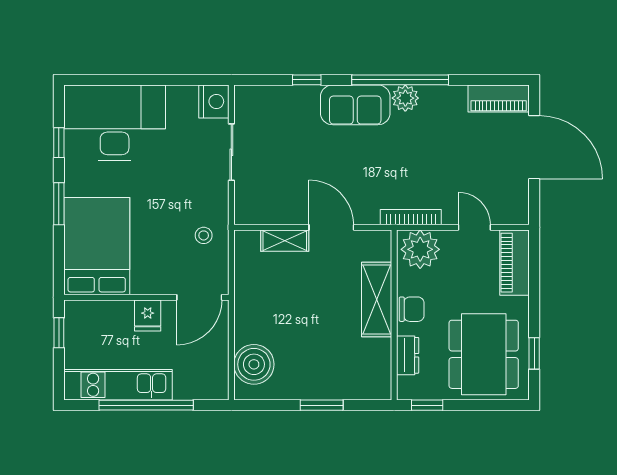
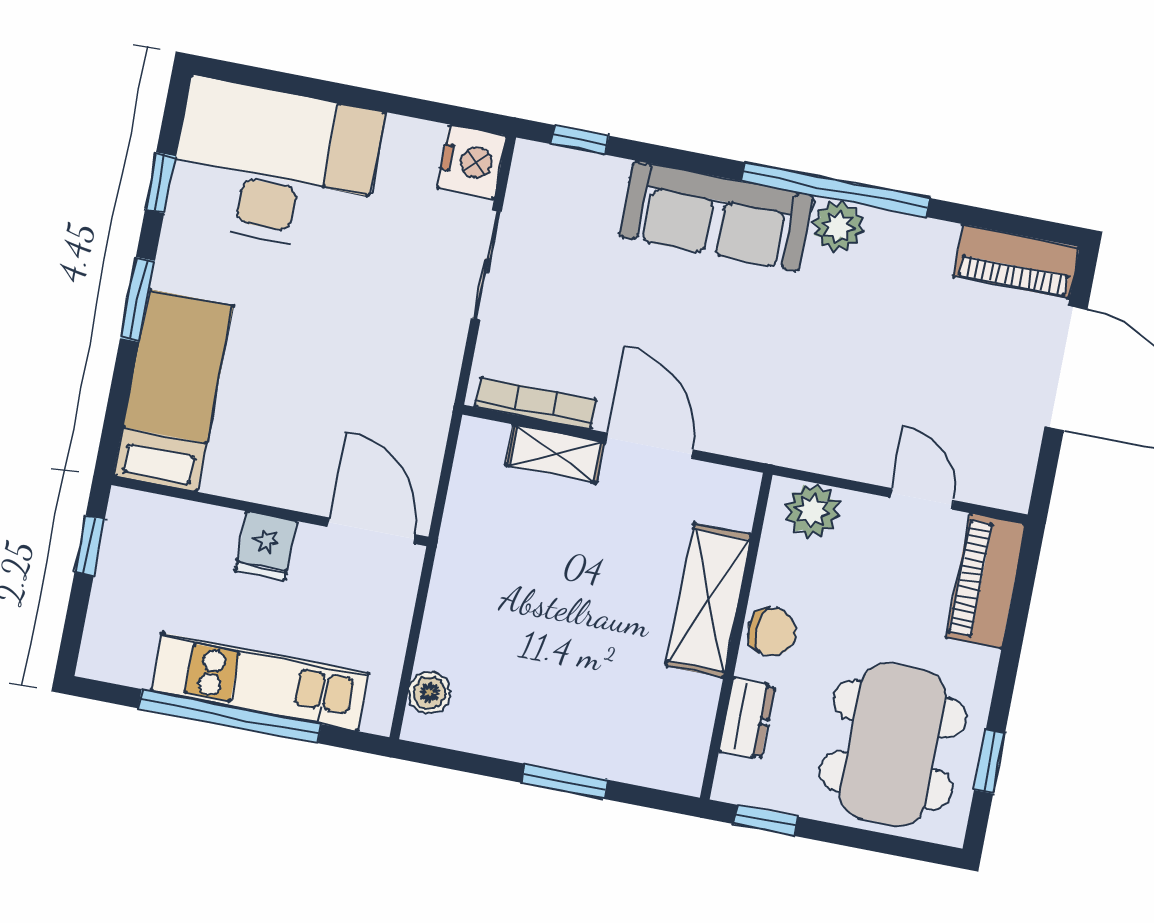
window: (307, 80) -> (580, 140), moved
sofa: (355, 105) -> (716, 216), width x1.36
bookcase: (411, 217) -> (536, 403), moved
stool: (204, 235) -> (402, 414), removed
bed: (97, 246) -> (173, 390), width x0.67
plant: (420, 249) -> (812, 511), width x0.73, depth x0.73
door: (199, 297) -> (371, 531), swing flipped
boiler: (254, 364) -> (429, 693), width x0.54, depth x0.54
kitchen unit: (118, 385) -> (260, 682), moved

